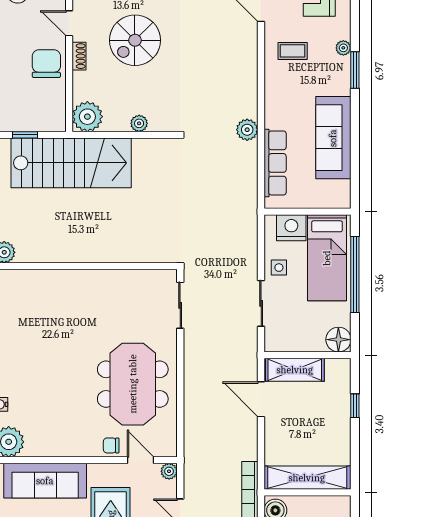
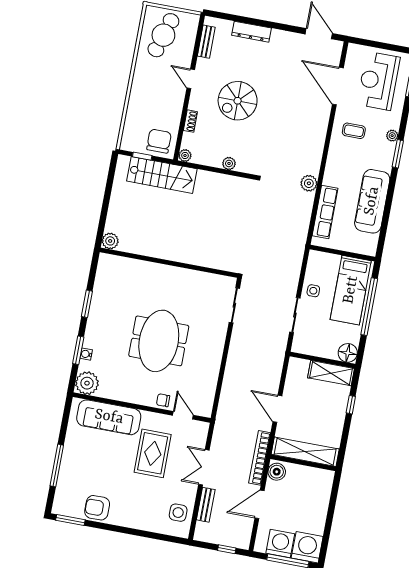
shoe rack: (79, 56) -> (190, 121), moved
chair: (46, 64) -> (159, 141), moved
plant: (87, 117) -> (185, 156), width x0.53, depth x0.53
stairs: (71, 163) -> (162, 175), width x0.73, depth x0.66
nightstand: (291, 228) -> (328, 263), removed
shelving: (295, 370) -> (331, 373), moved
meeting table: (133, 384) -> (159, 341), moved
door: (261, 399) -> (277, 409), moved
plant: (169, 471) -> (203, 428), removed

